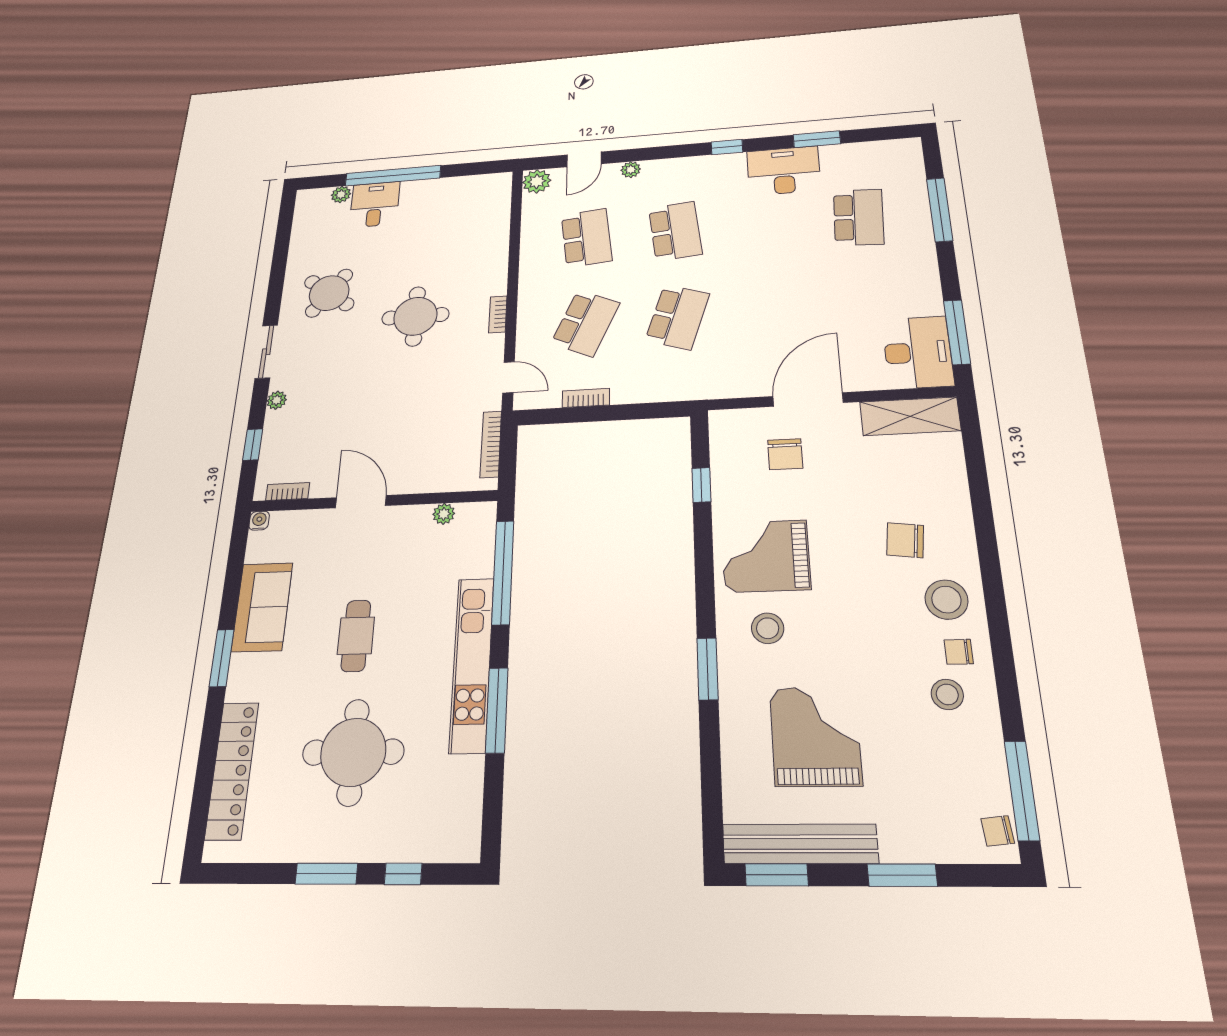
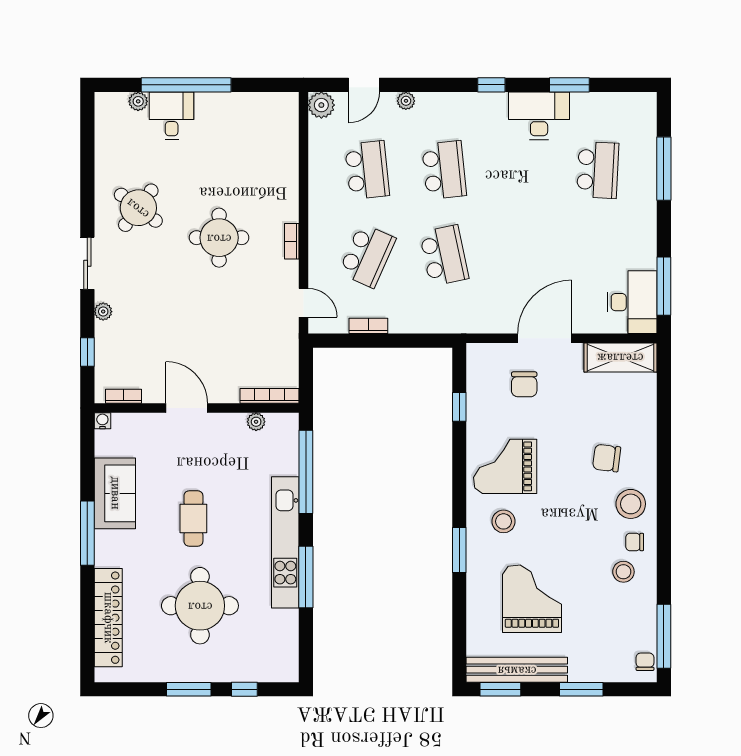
school desk: (677, 317) -> (444, 256), turned -30
bookcase: (491, 444) -> (270, 396), moved, turned 90
window: (222, 658) -> (87, 533), width x1.44
chair: (998, 831) -> (645, 662), turned 96

